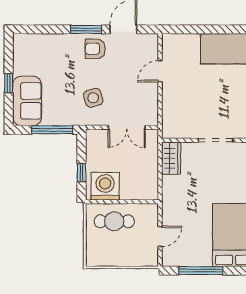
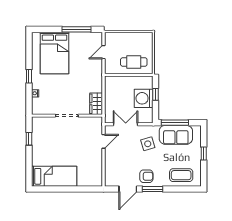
coffee table: (43, 50) -> (181, 175), added
door: (160, 71) -> (103, 141), moved
sofa: (27, 101) -> (176, 135), moved, turned -90
washing machine: (105, 186) -> (144, 98), moved, turned 90

